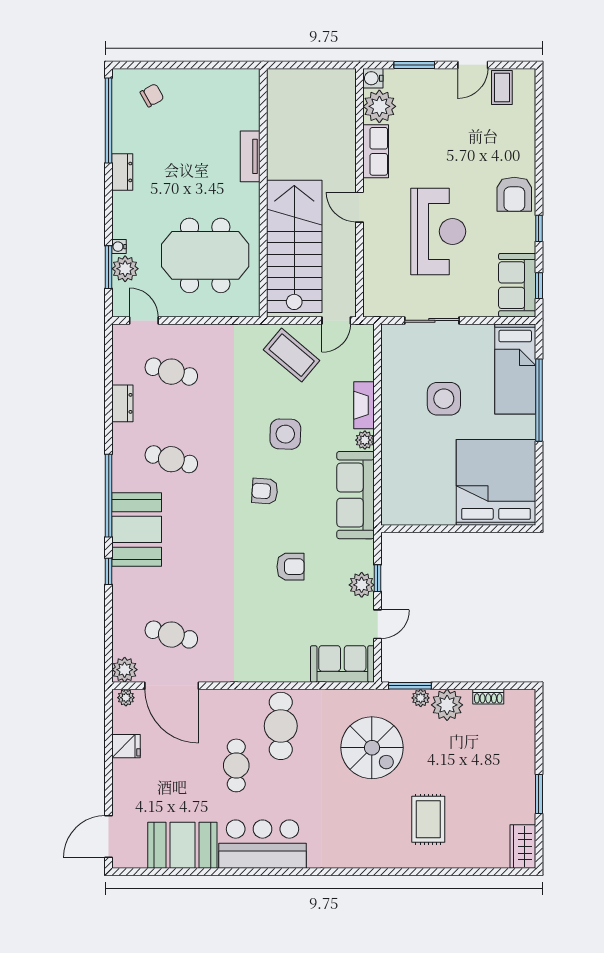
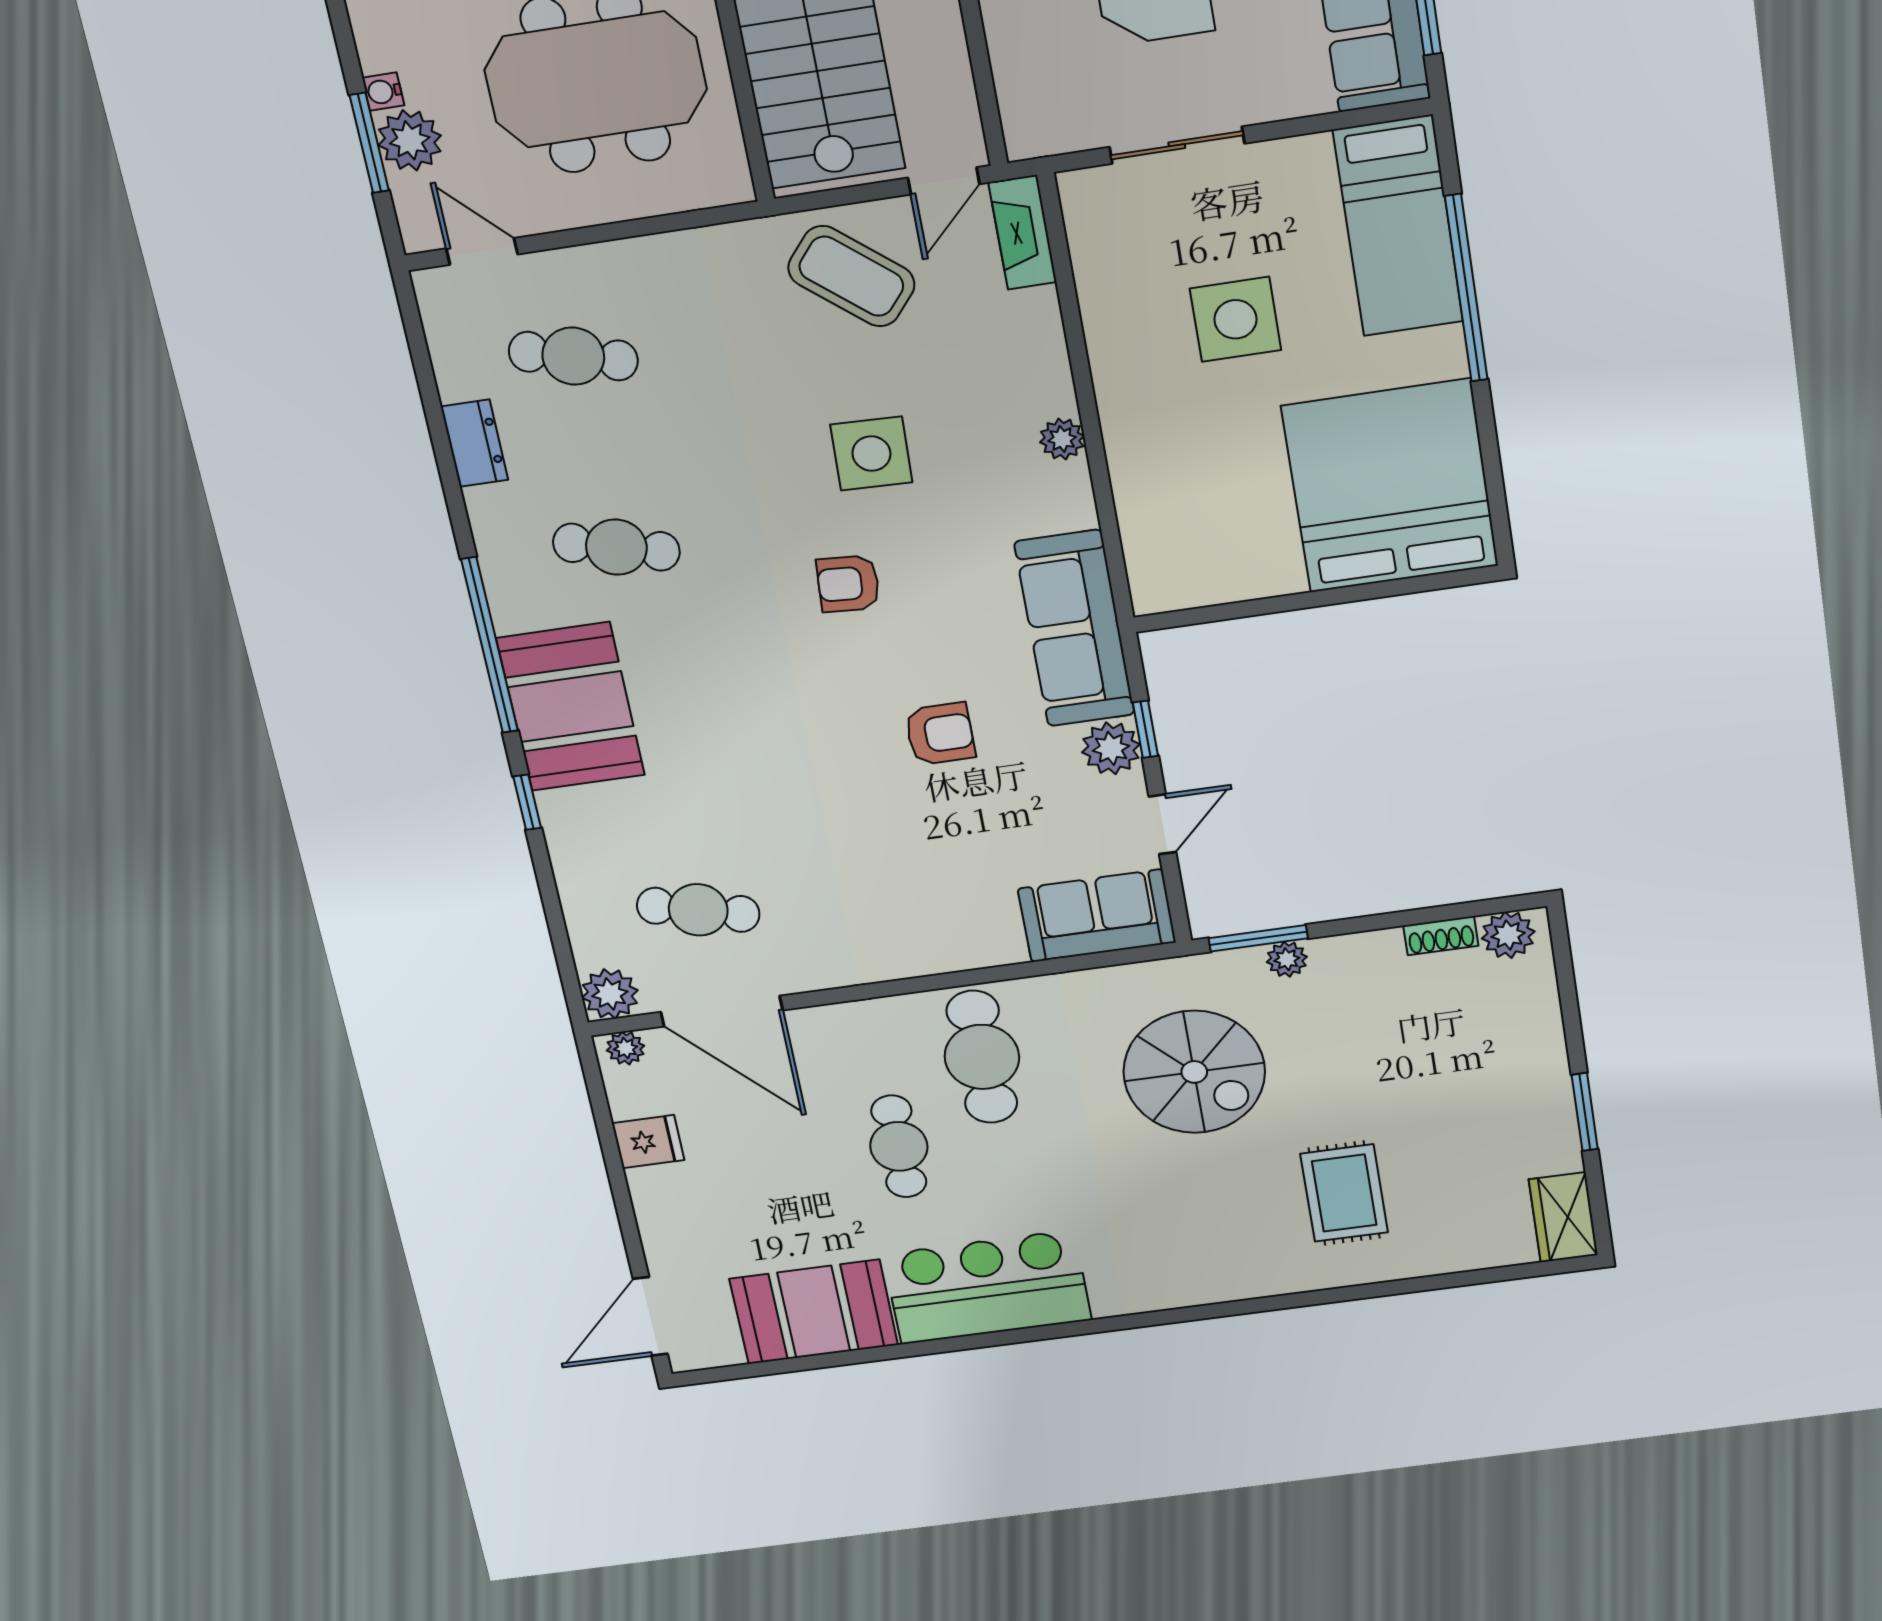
fireplace: (364, 405) -> (1023, 232), moved
sofa: (356, 495) -> (1075, 628), moved
plant: (447, 705) -> (1508, 935), moved, width x0.73, depth x0.73

